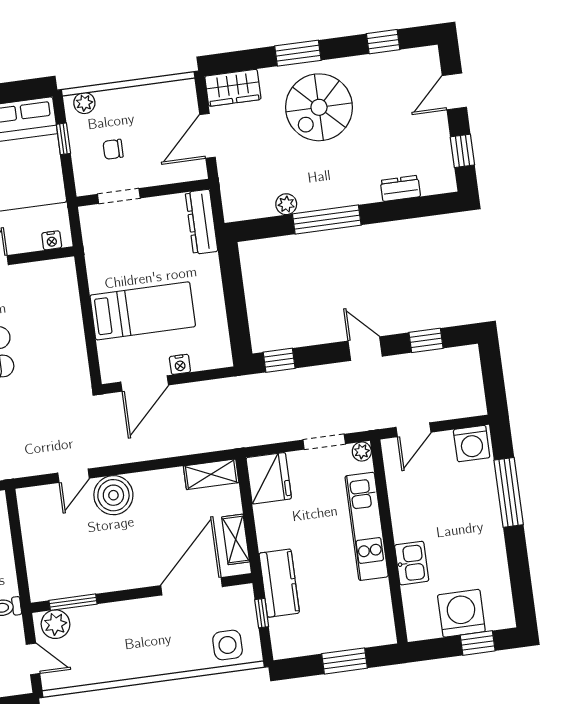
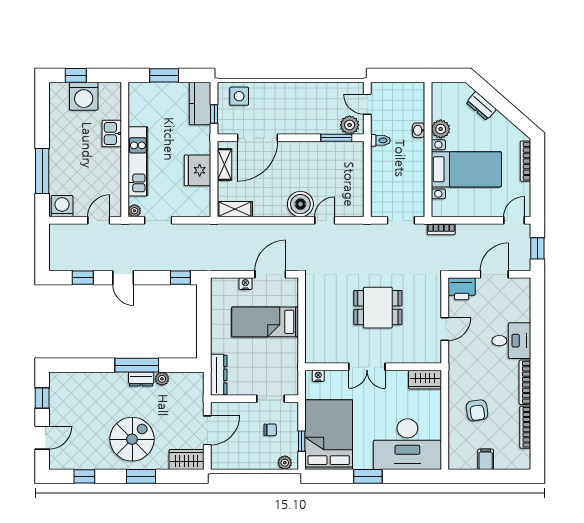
dresser: (400, 188) -> (141, 379), moved
fridge: (269, 478) -> (198, 170), moved
kitchen counter: (279, 583) -> (200, 104), moved

